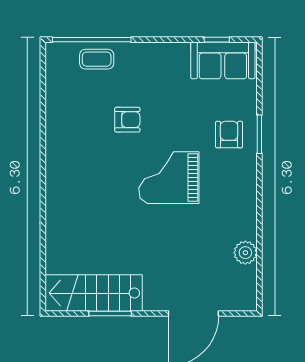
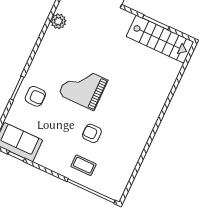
coffee table: (97, 59) -> (84, 165), moved
armchair: (229, 135) -> (35, 96), turned -90
grand piano: (169, 178) -> (83, 87), turned 180

